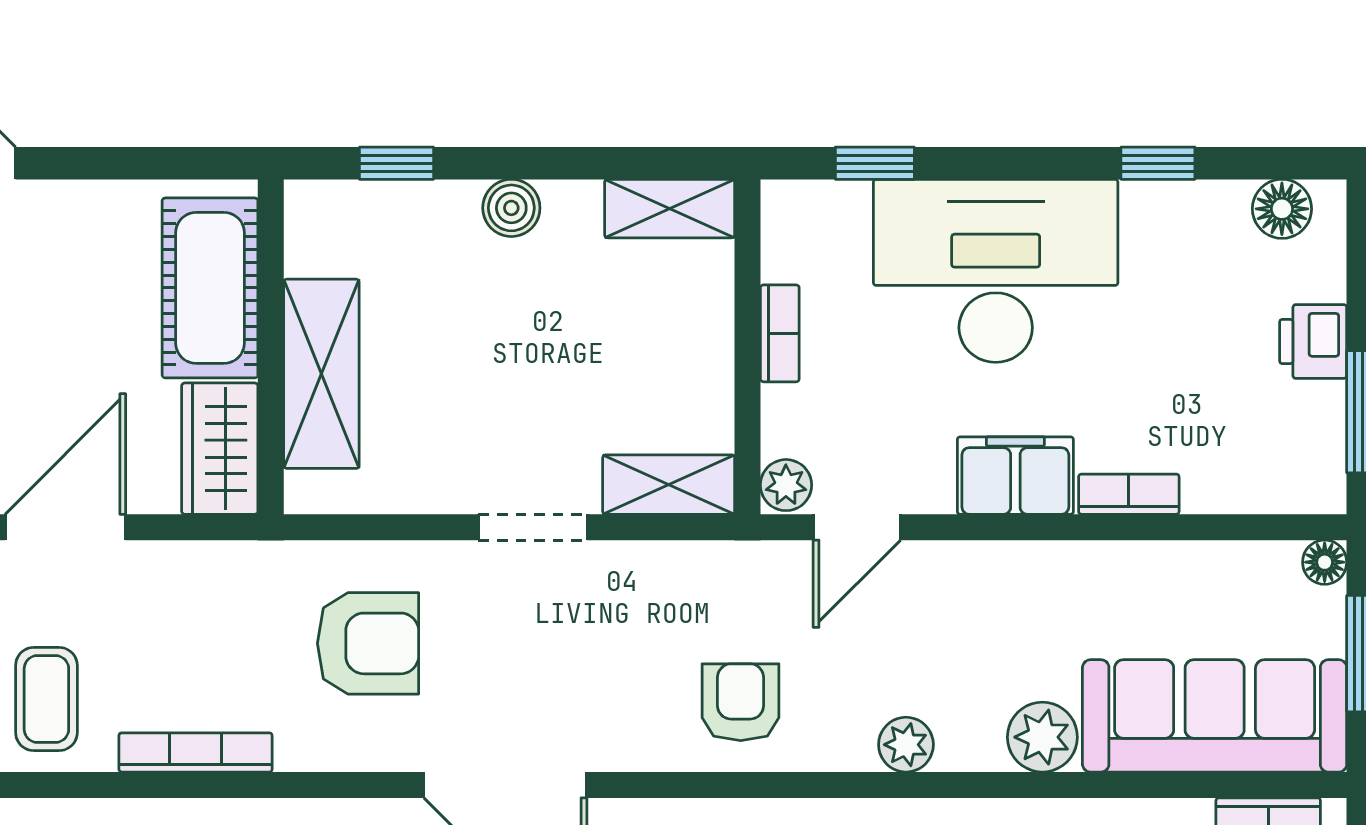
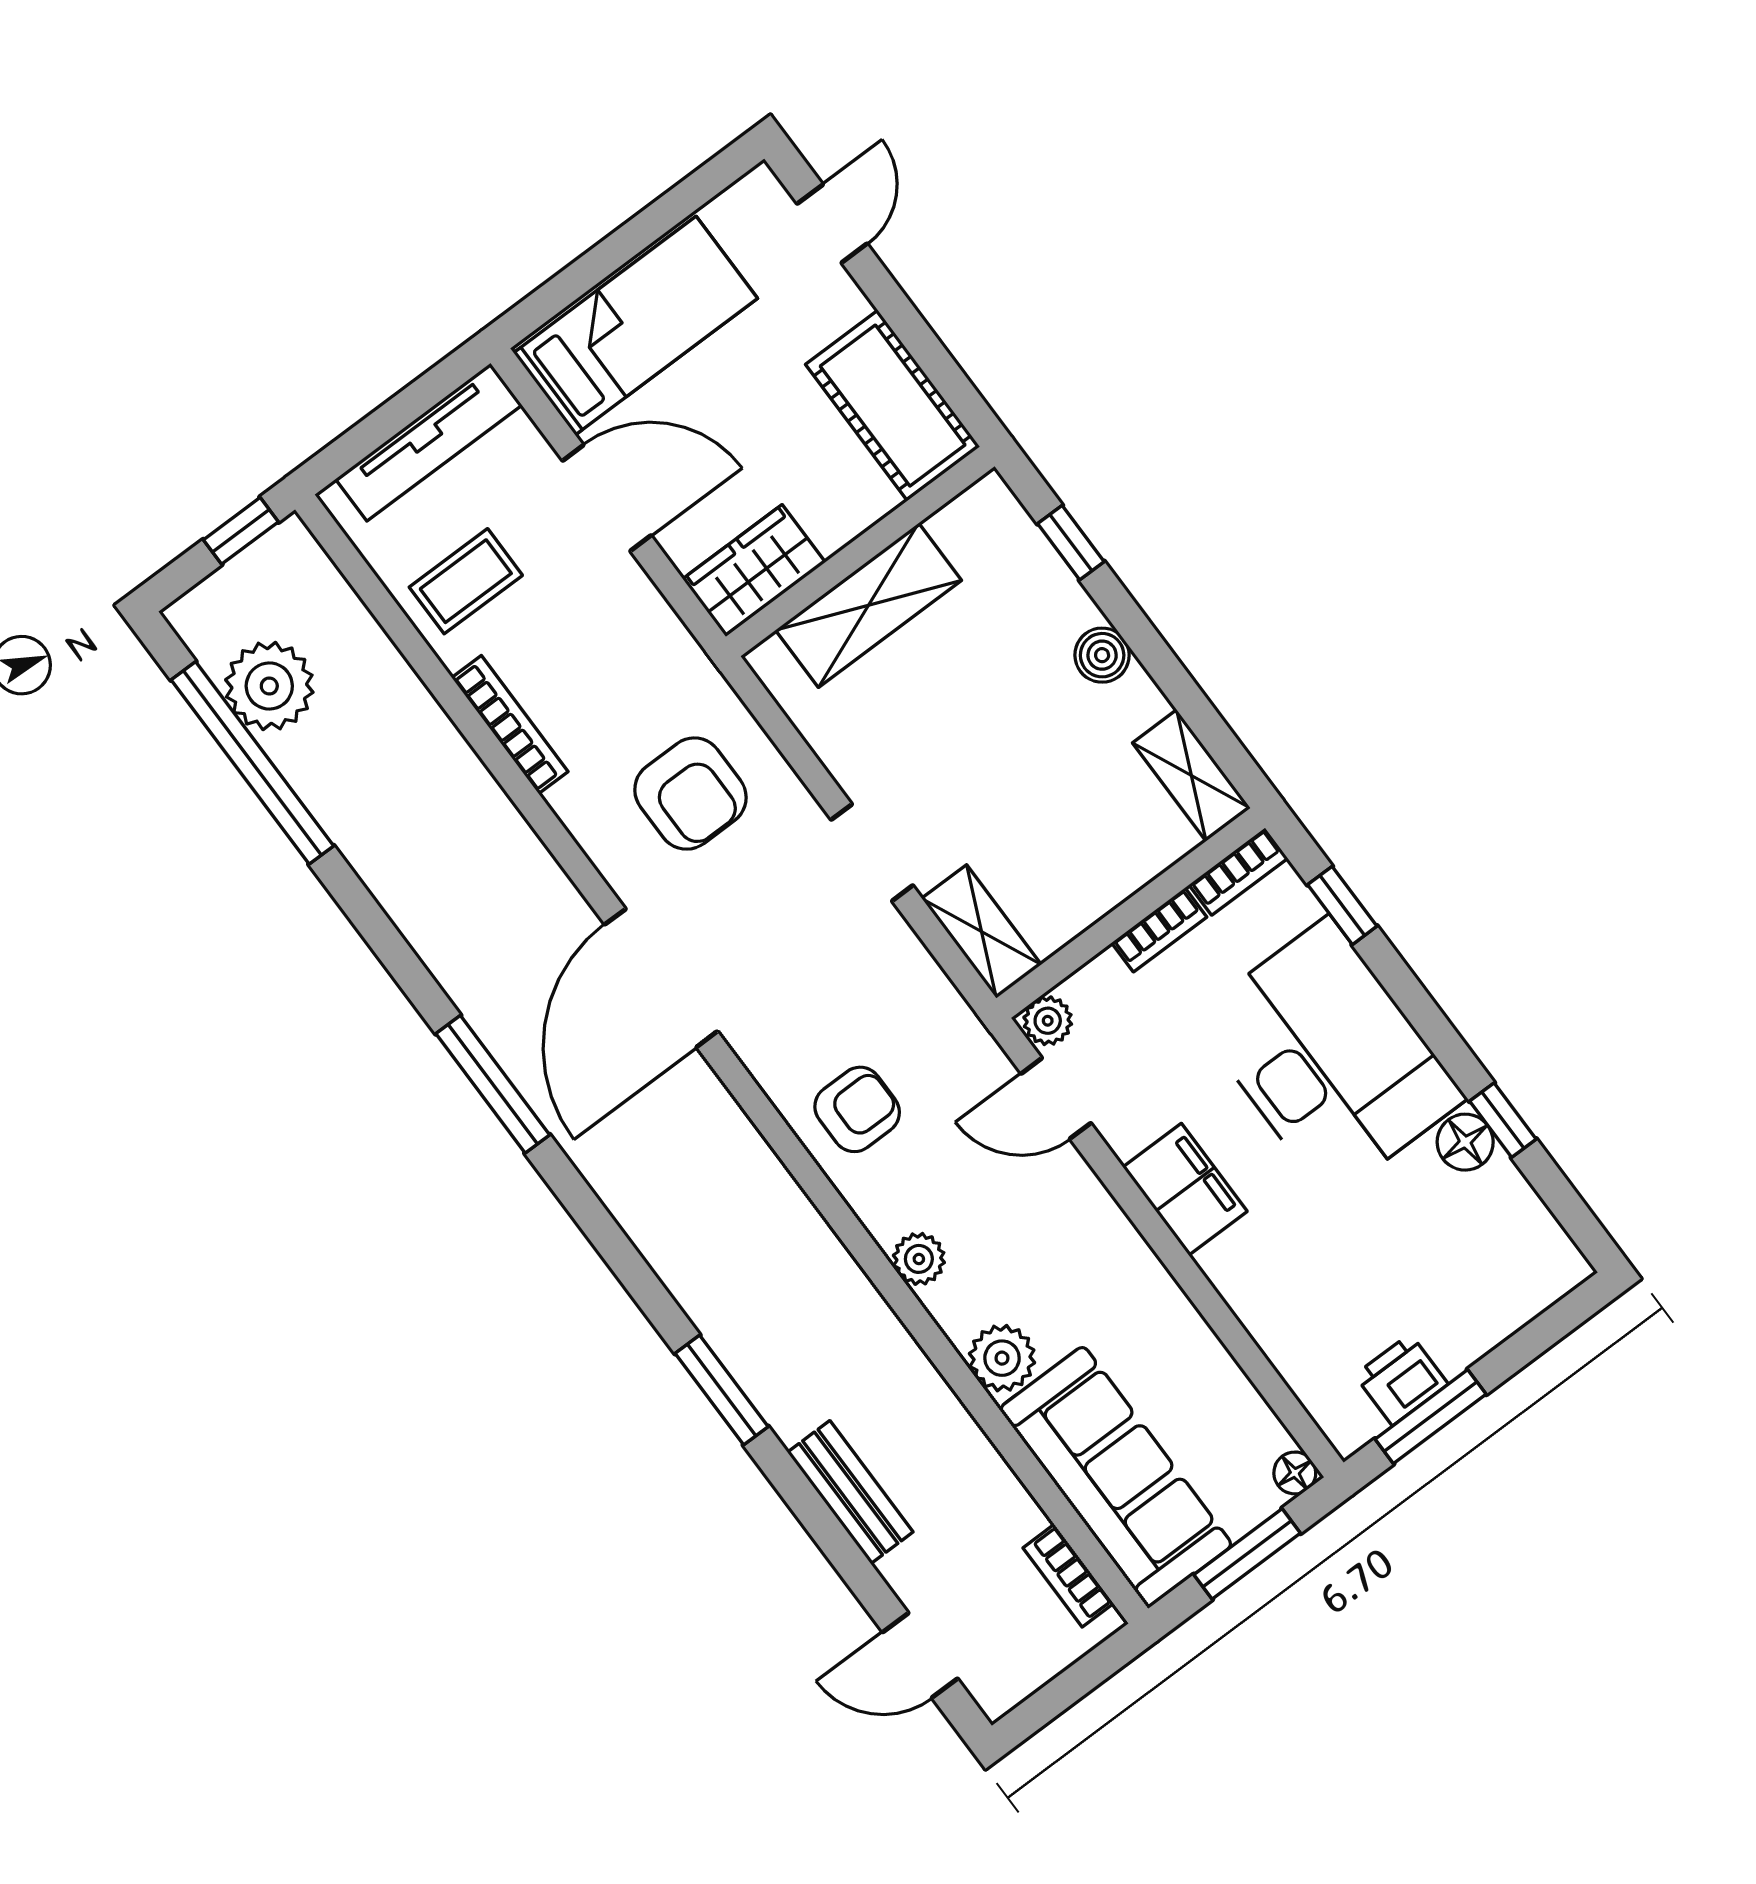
floor lamp: (1282, 209) -> (1465, 1142), moved
cot: (210, 288) -> (893, 406), moved, turned 90
printer: (1313, 342) -> (1401, 1380), moved
bookcase: (1129, 494) -> (1238, 872), moved, turned 90

